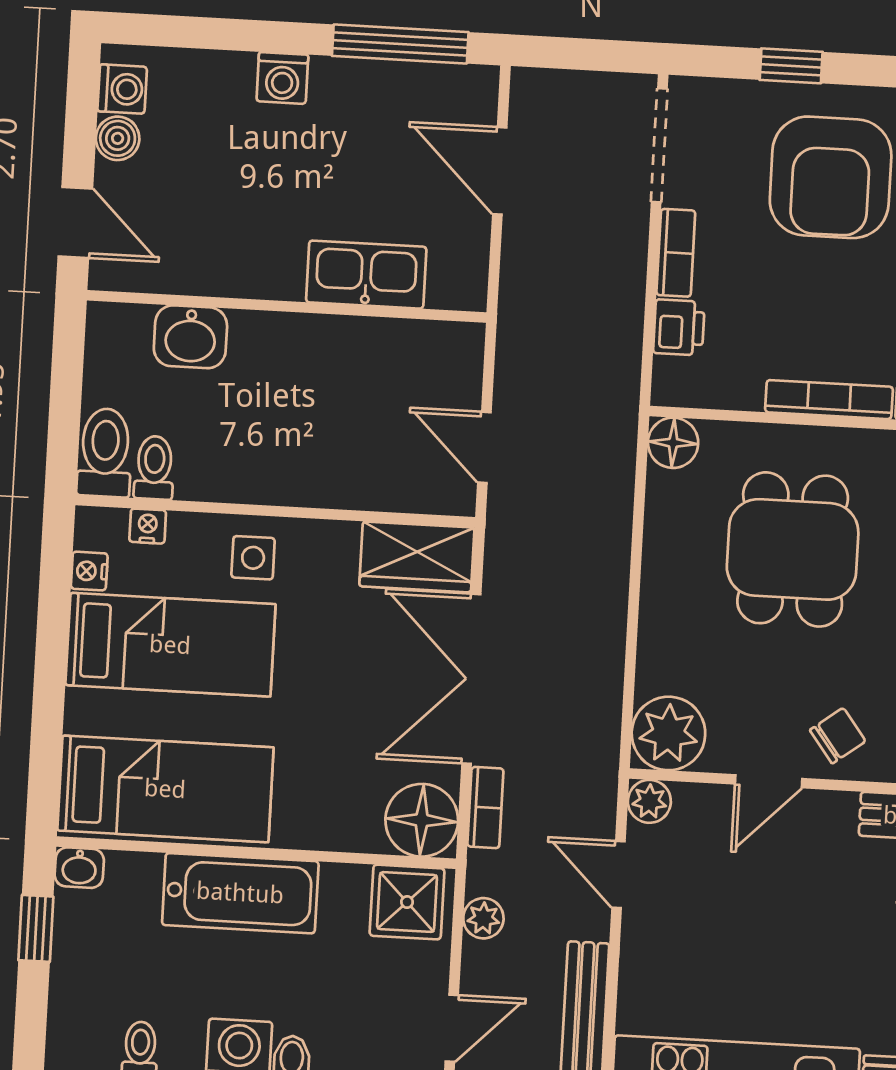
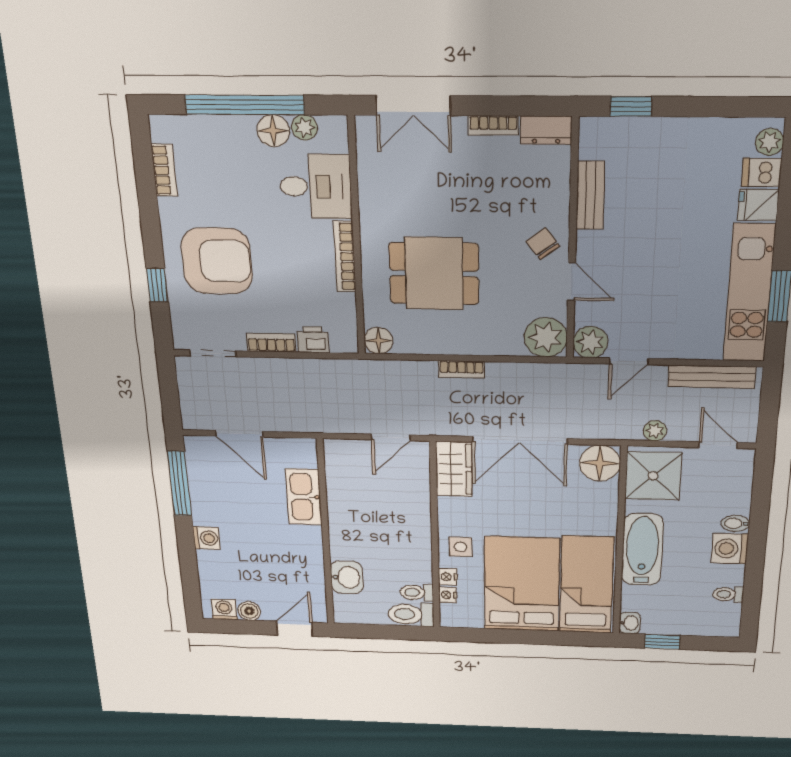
doorway: (659, 145) -> (213, 353), width x0.73
door: (500, 171) -> (239, 434), hinge flipped
nightstand: (89, 571) -> (448, 577), moved, turned 90
bed: (170, 645) -> (522, 584), width x1.50
plant: (649, 801) -> (590, 342), width x1.38, depth x1.38
bookcase: (485, 808) -> (461, 369), moved, turned 180
shower: (407, 902) -> (653, 476), width x1.36, depth x1.36

